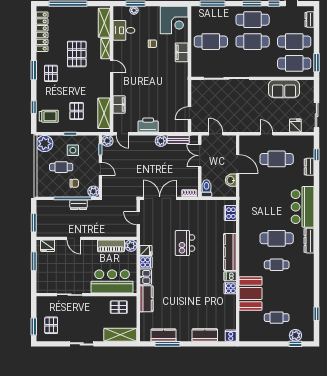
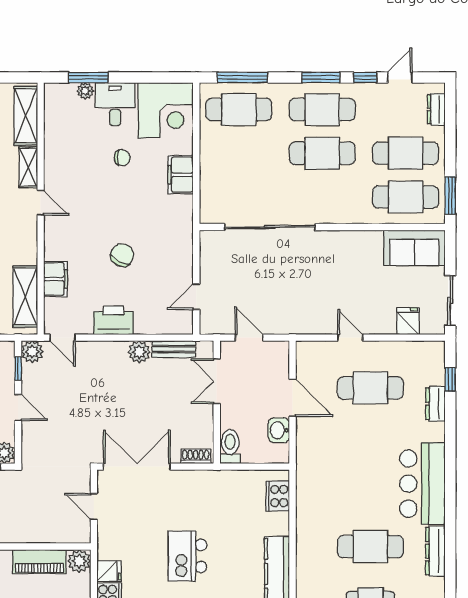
desk: (124, 30) -> (115, 104), moved, turned 90
cafe table: (211, 42) -> (239, 110), moved
sofa: (284, 89) -> (414, 248), moved
chair: (152, 93) -> (122, 255), added

